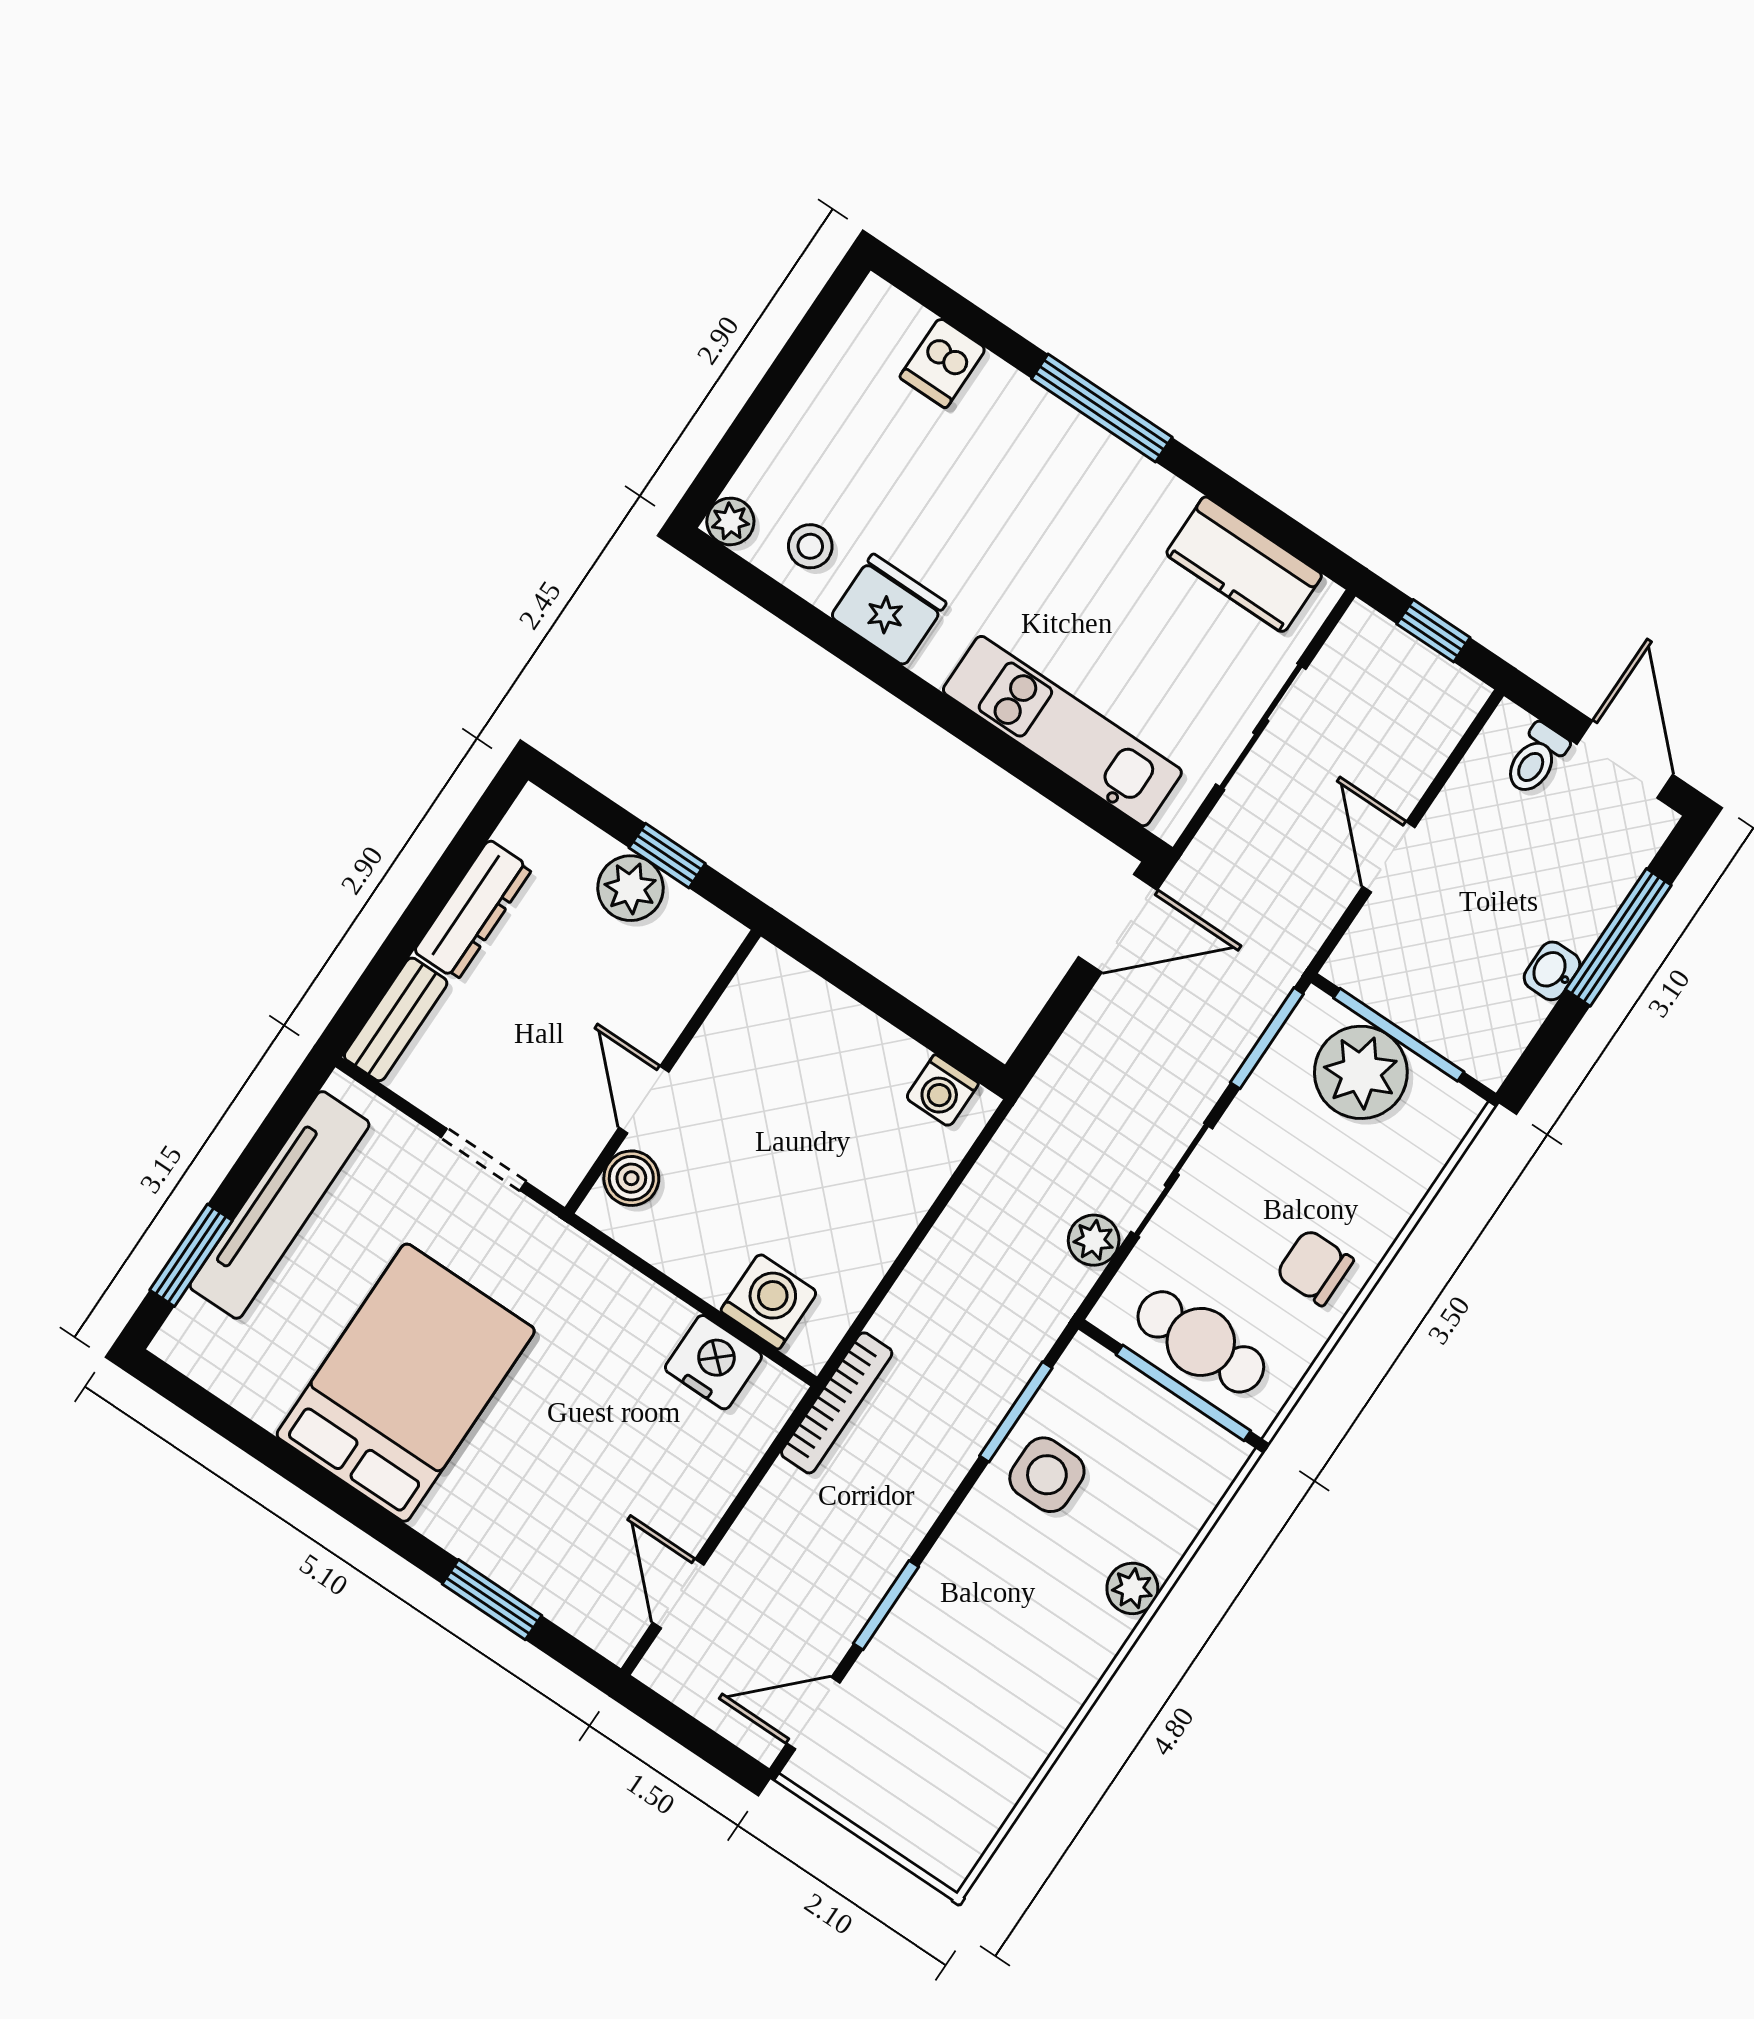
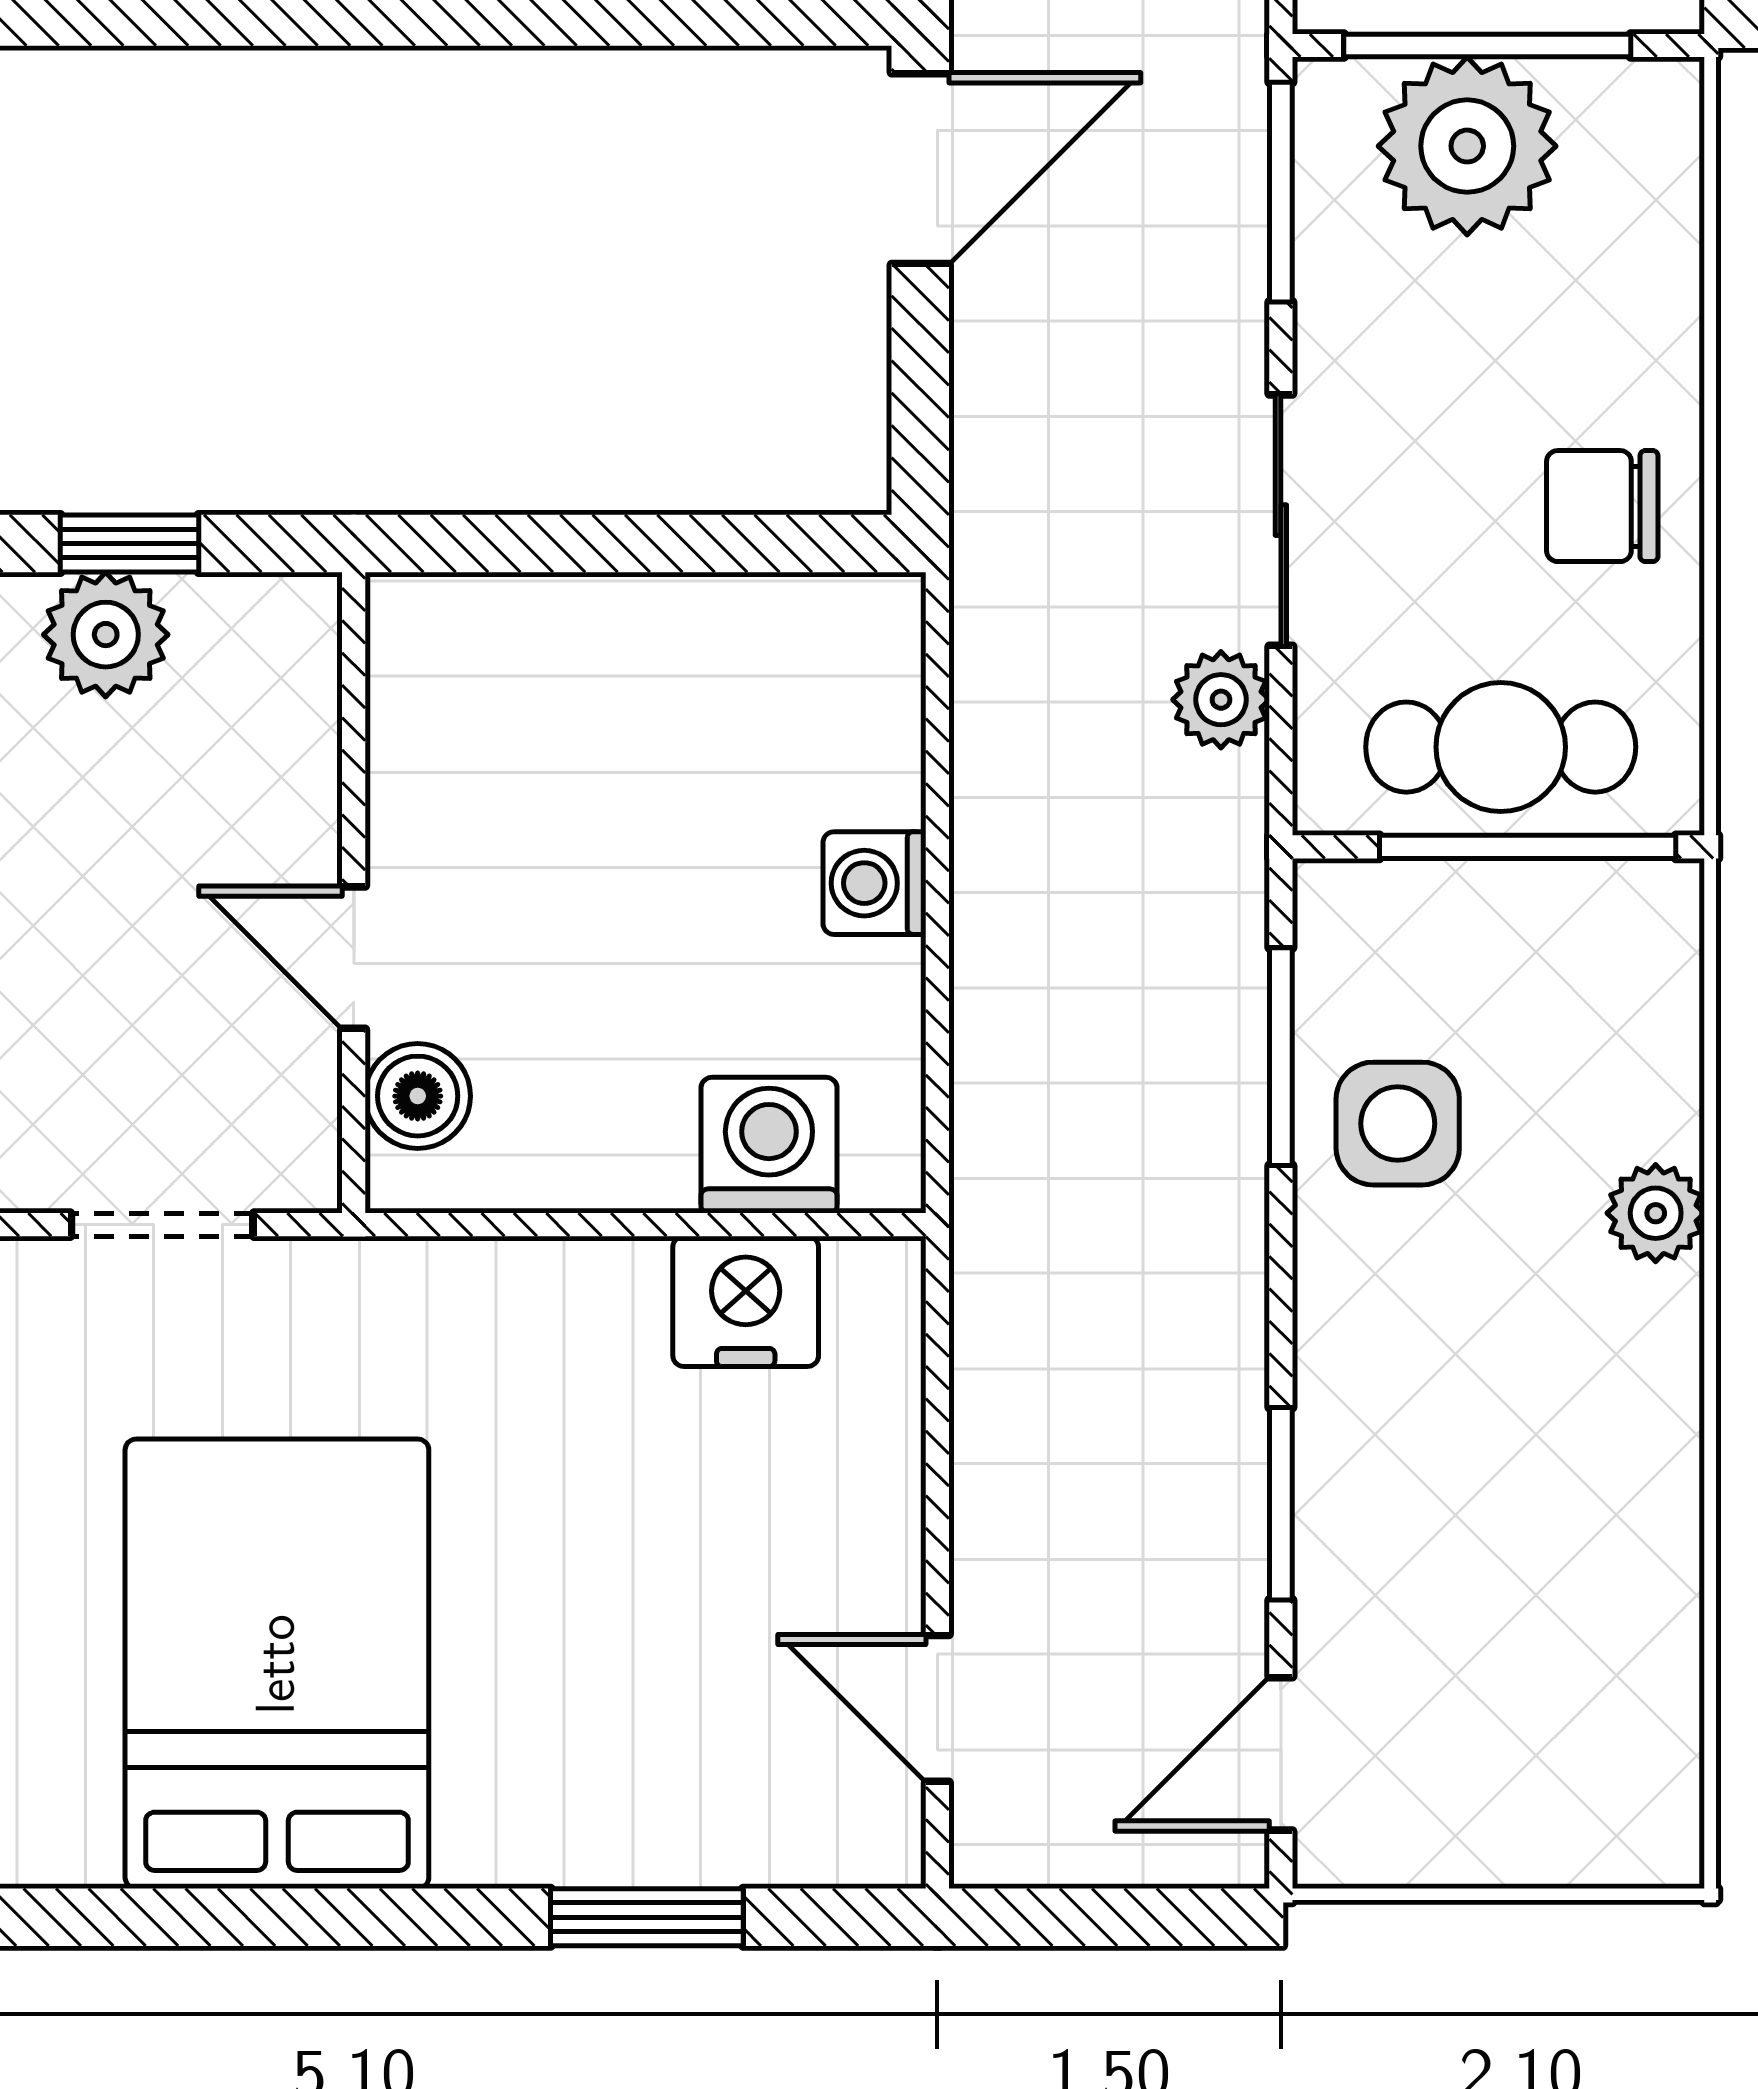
washing machine: (942, 1091) -> (875, 883), moved, turned 90
bookcase: (837, 1403) -> (986, 1234), removed

